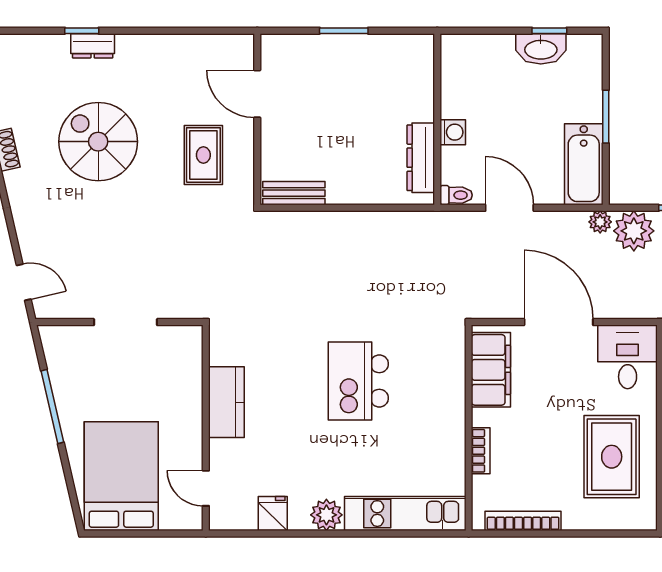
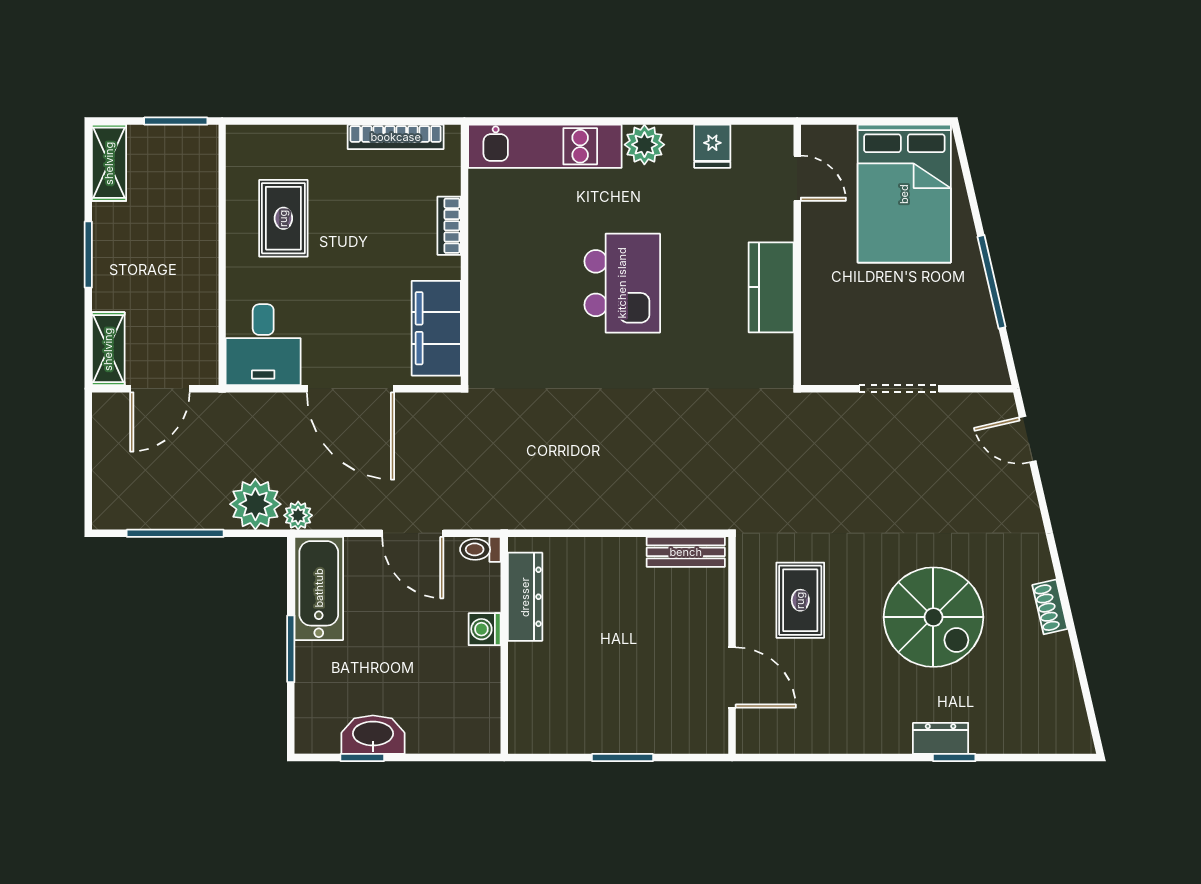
kitchen island: (358, 381) -> (622, 283), moved
rug: (612, 457) -> (283, 218), width x0.73, depth x0.70

